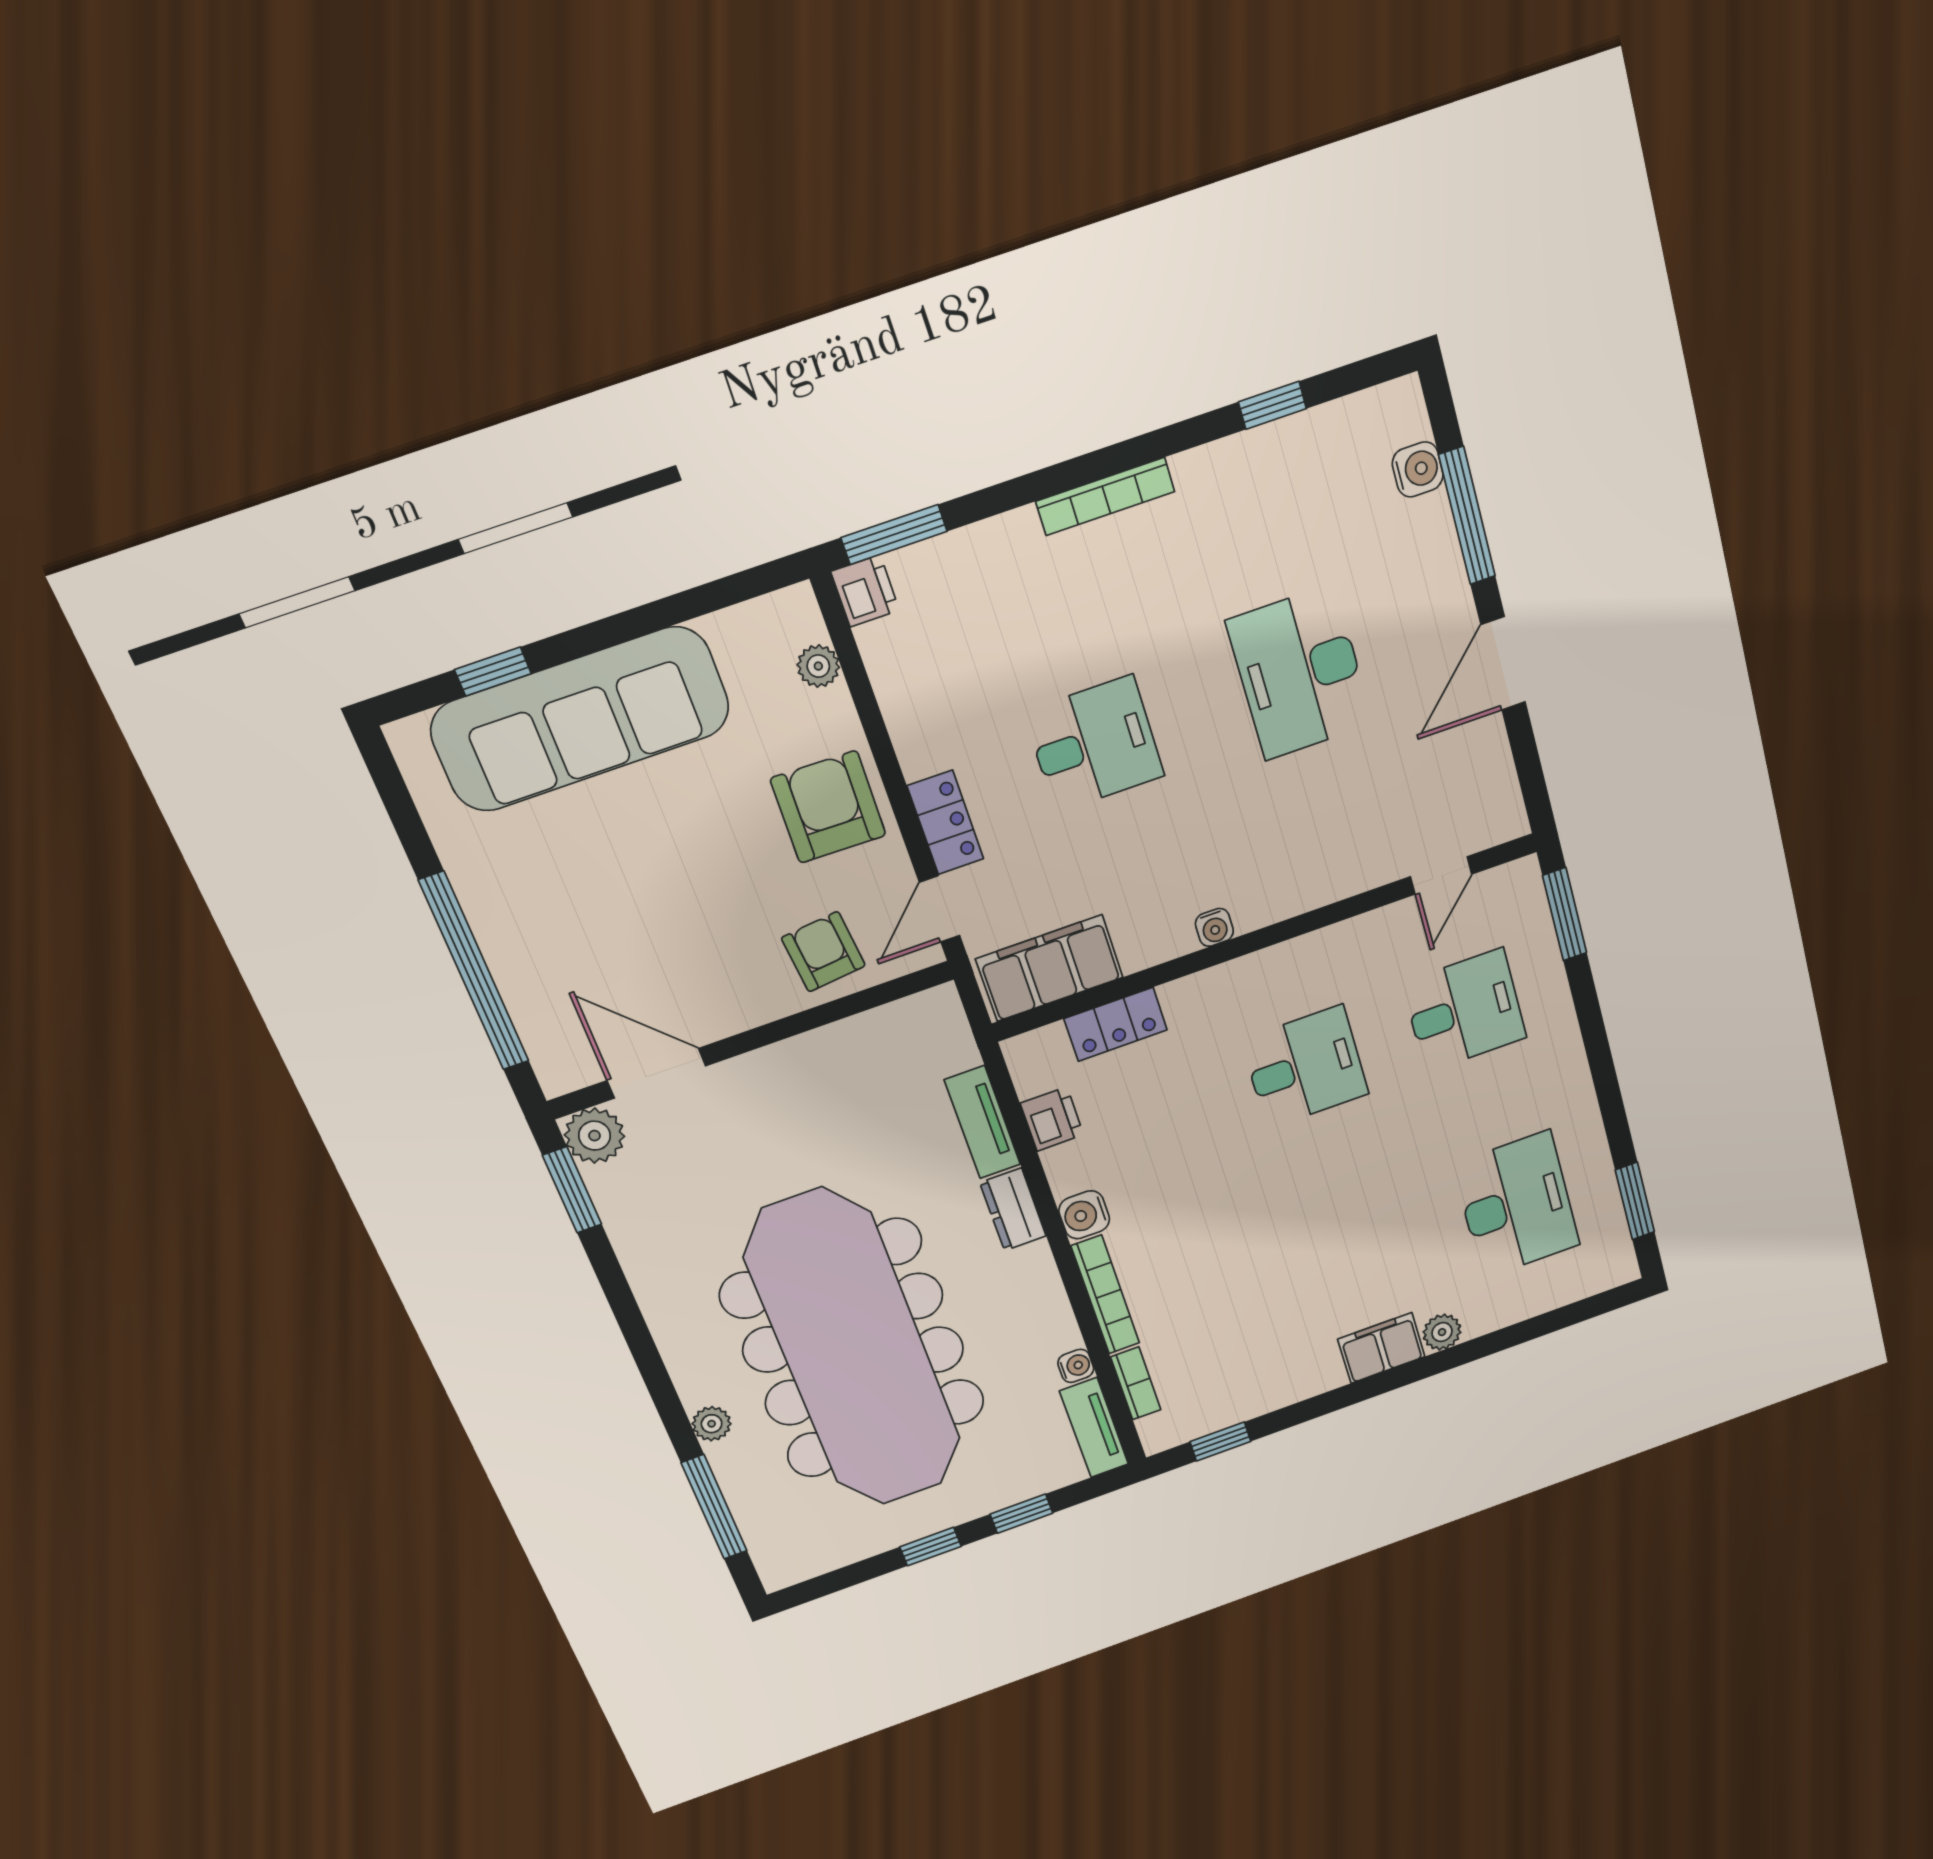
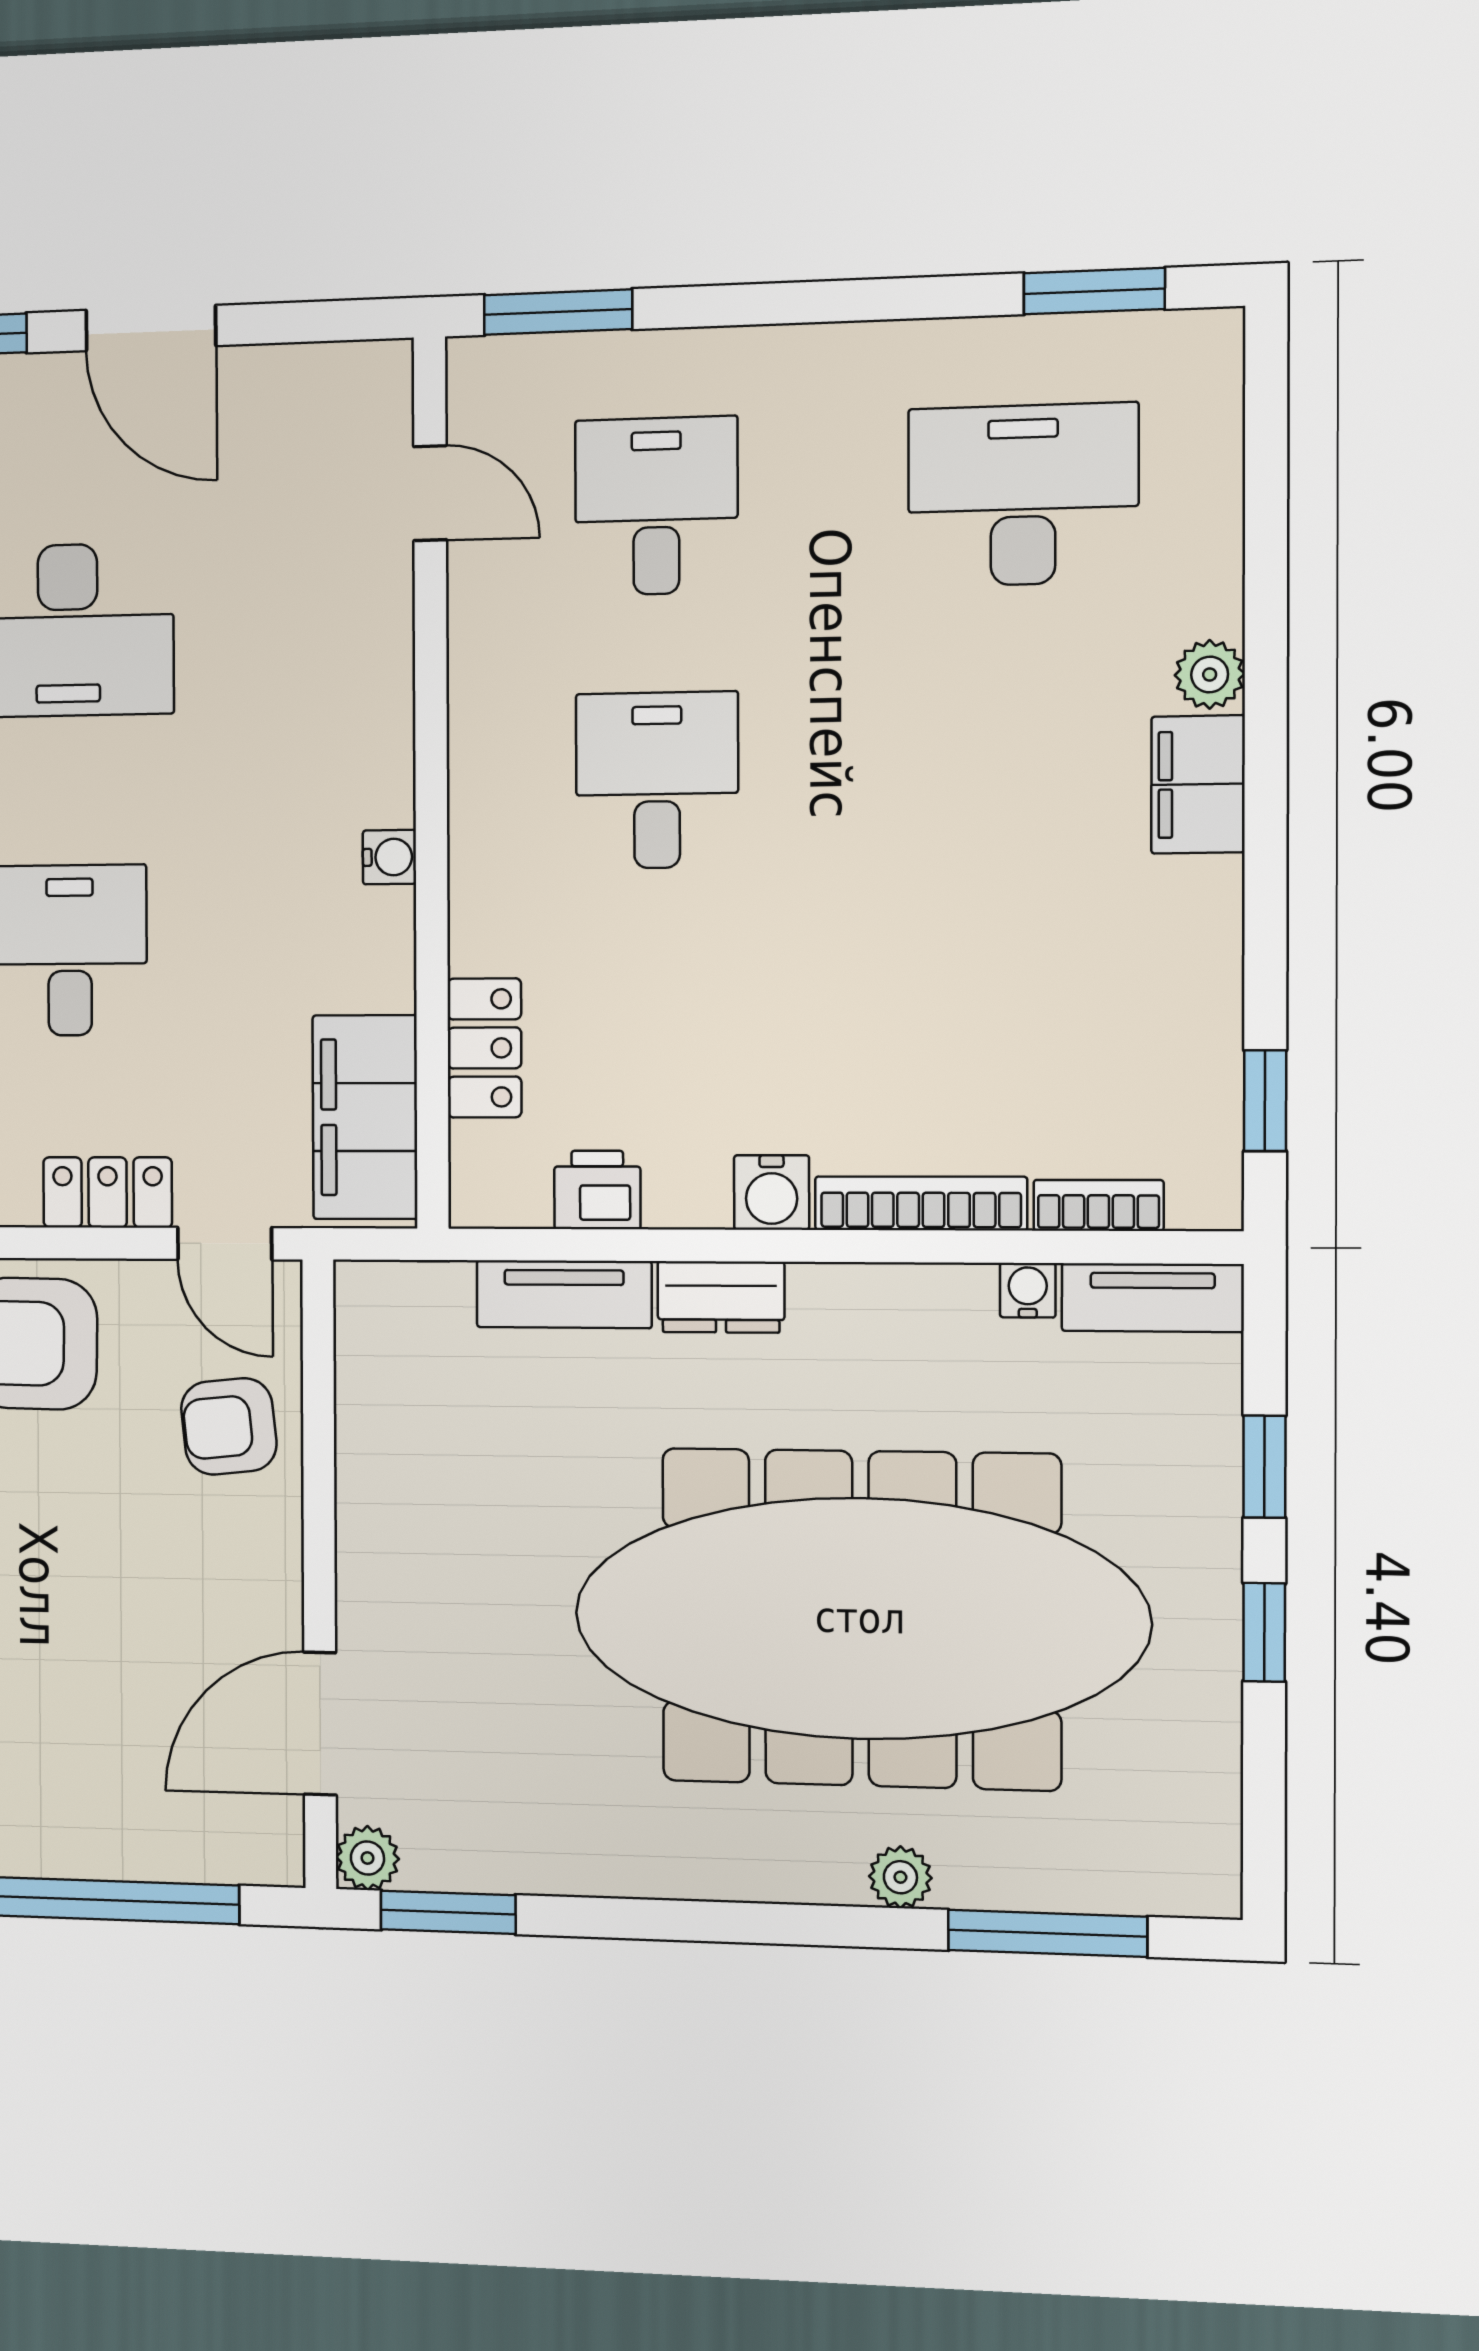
plant: (595, 1136) -> (367, 1858), width x0.73, depth x0.73

